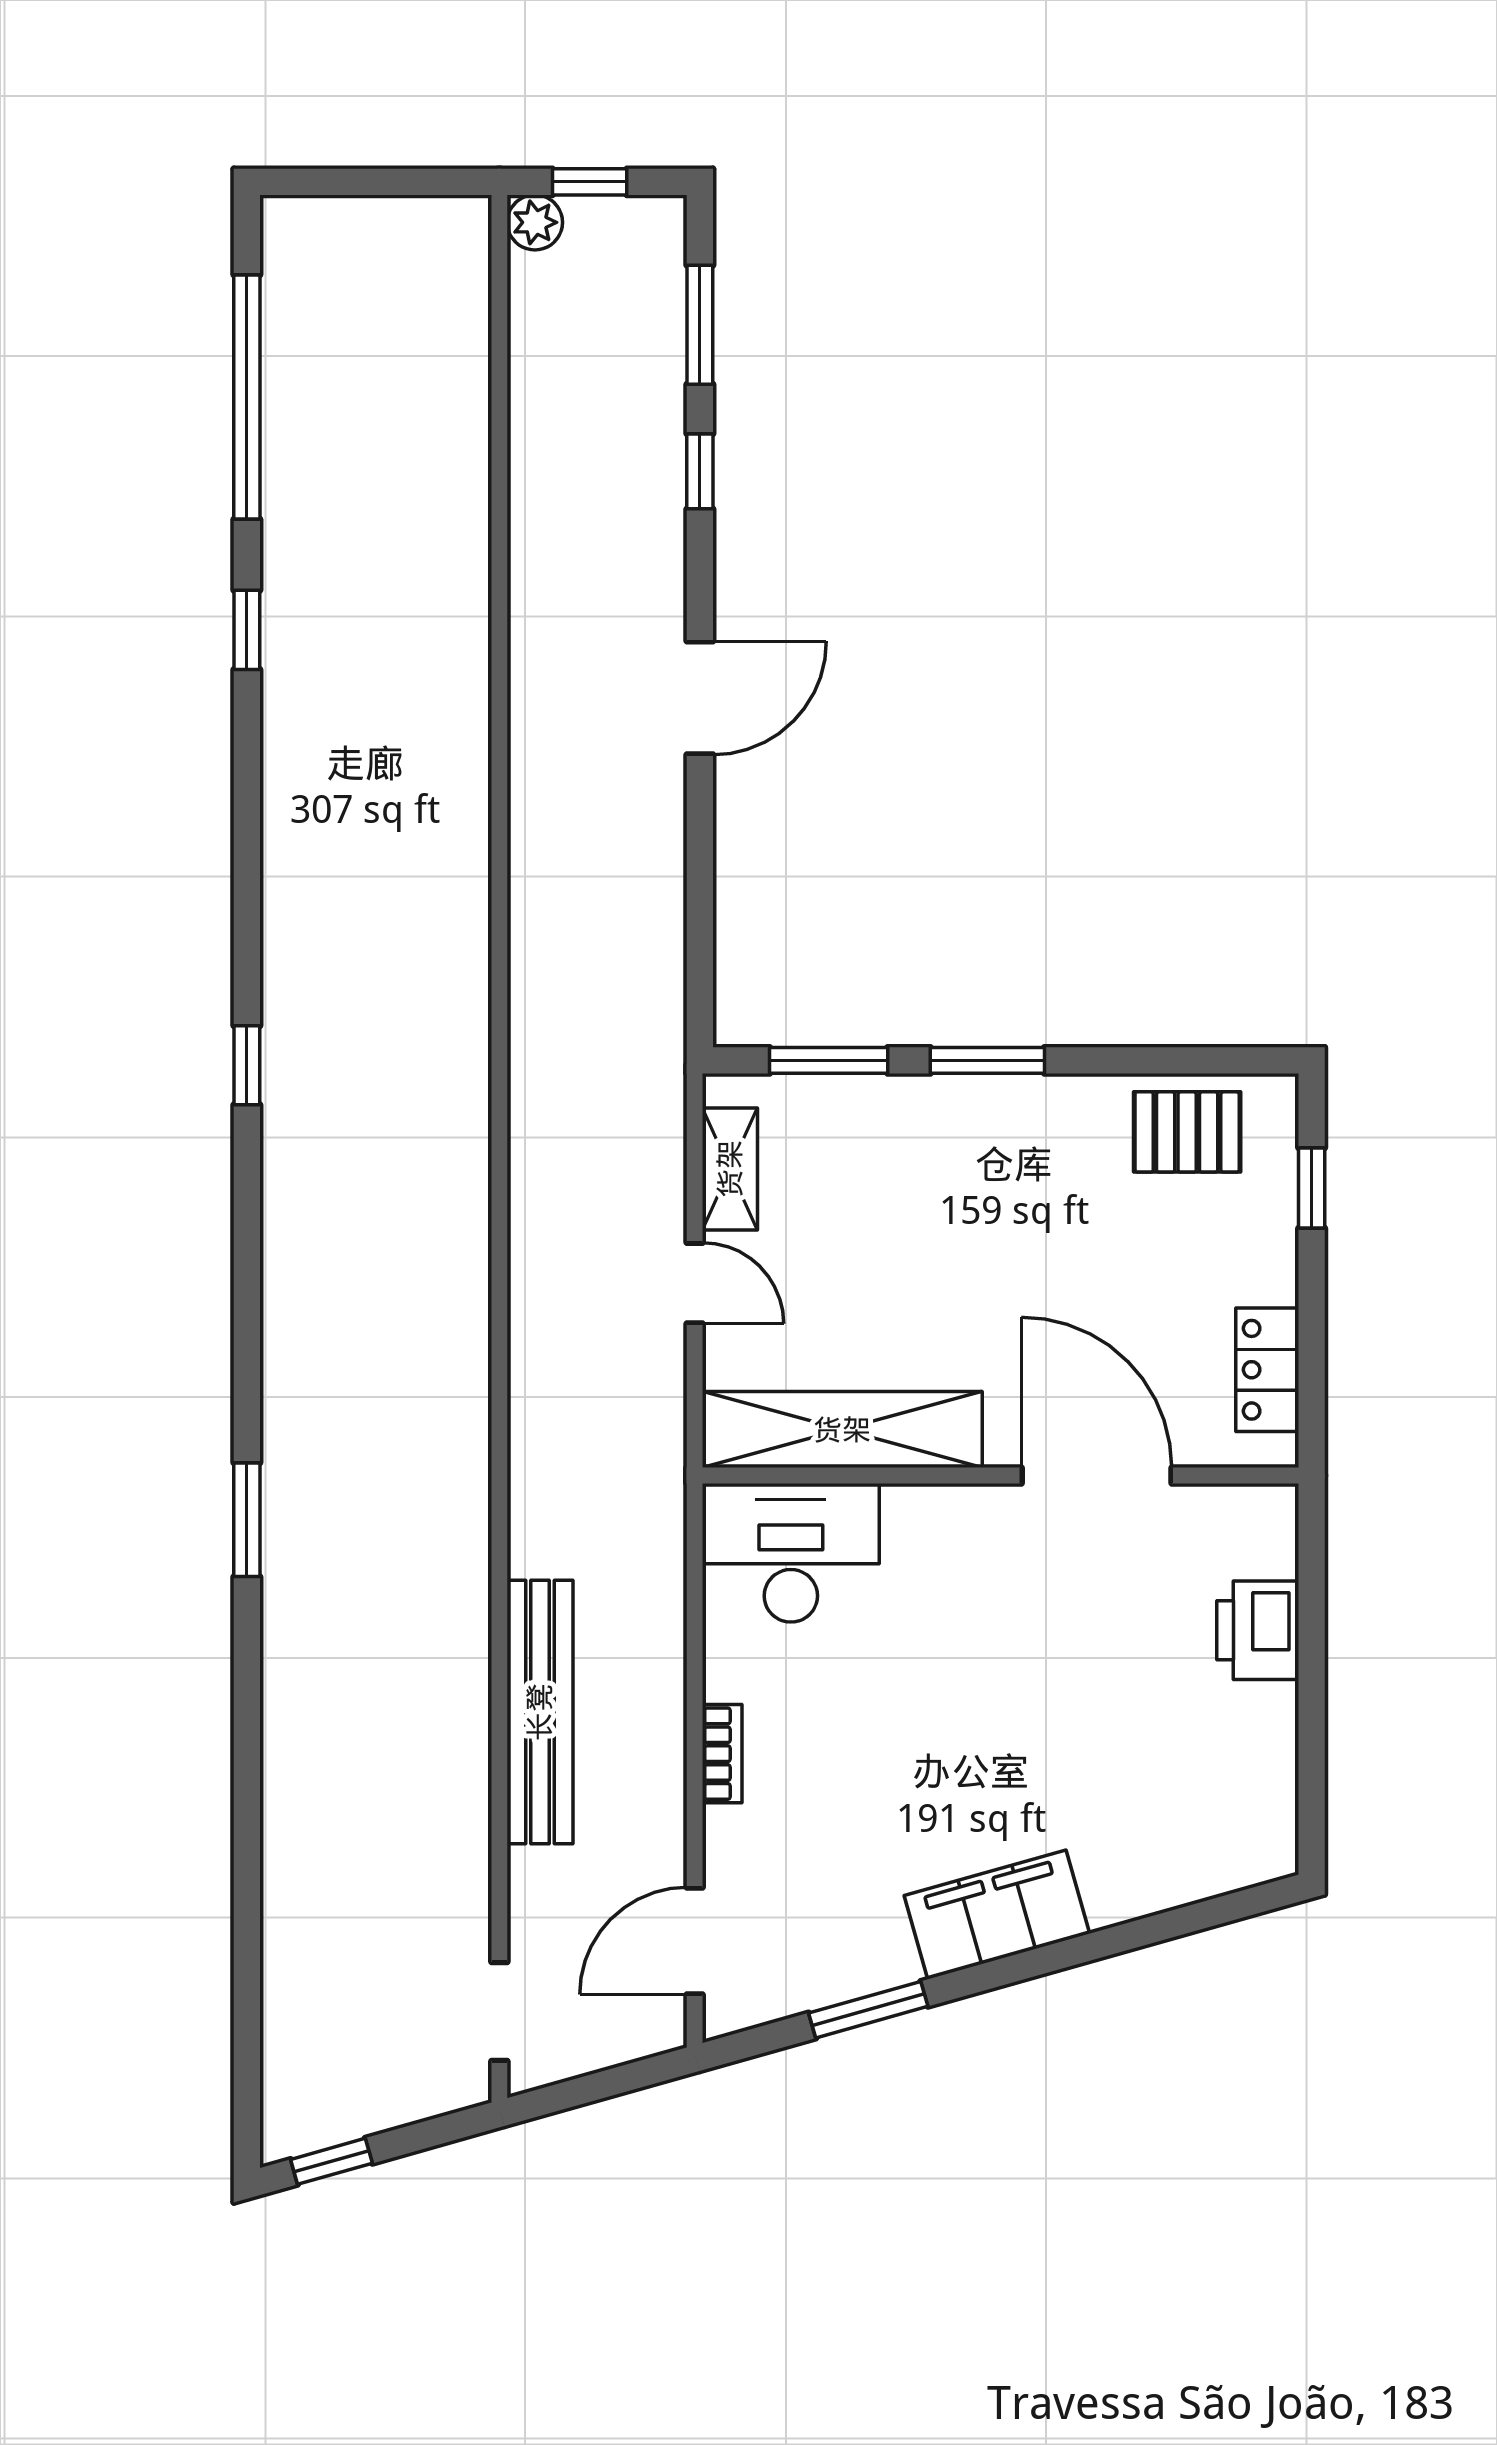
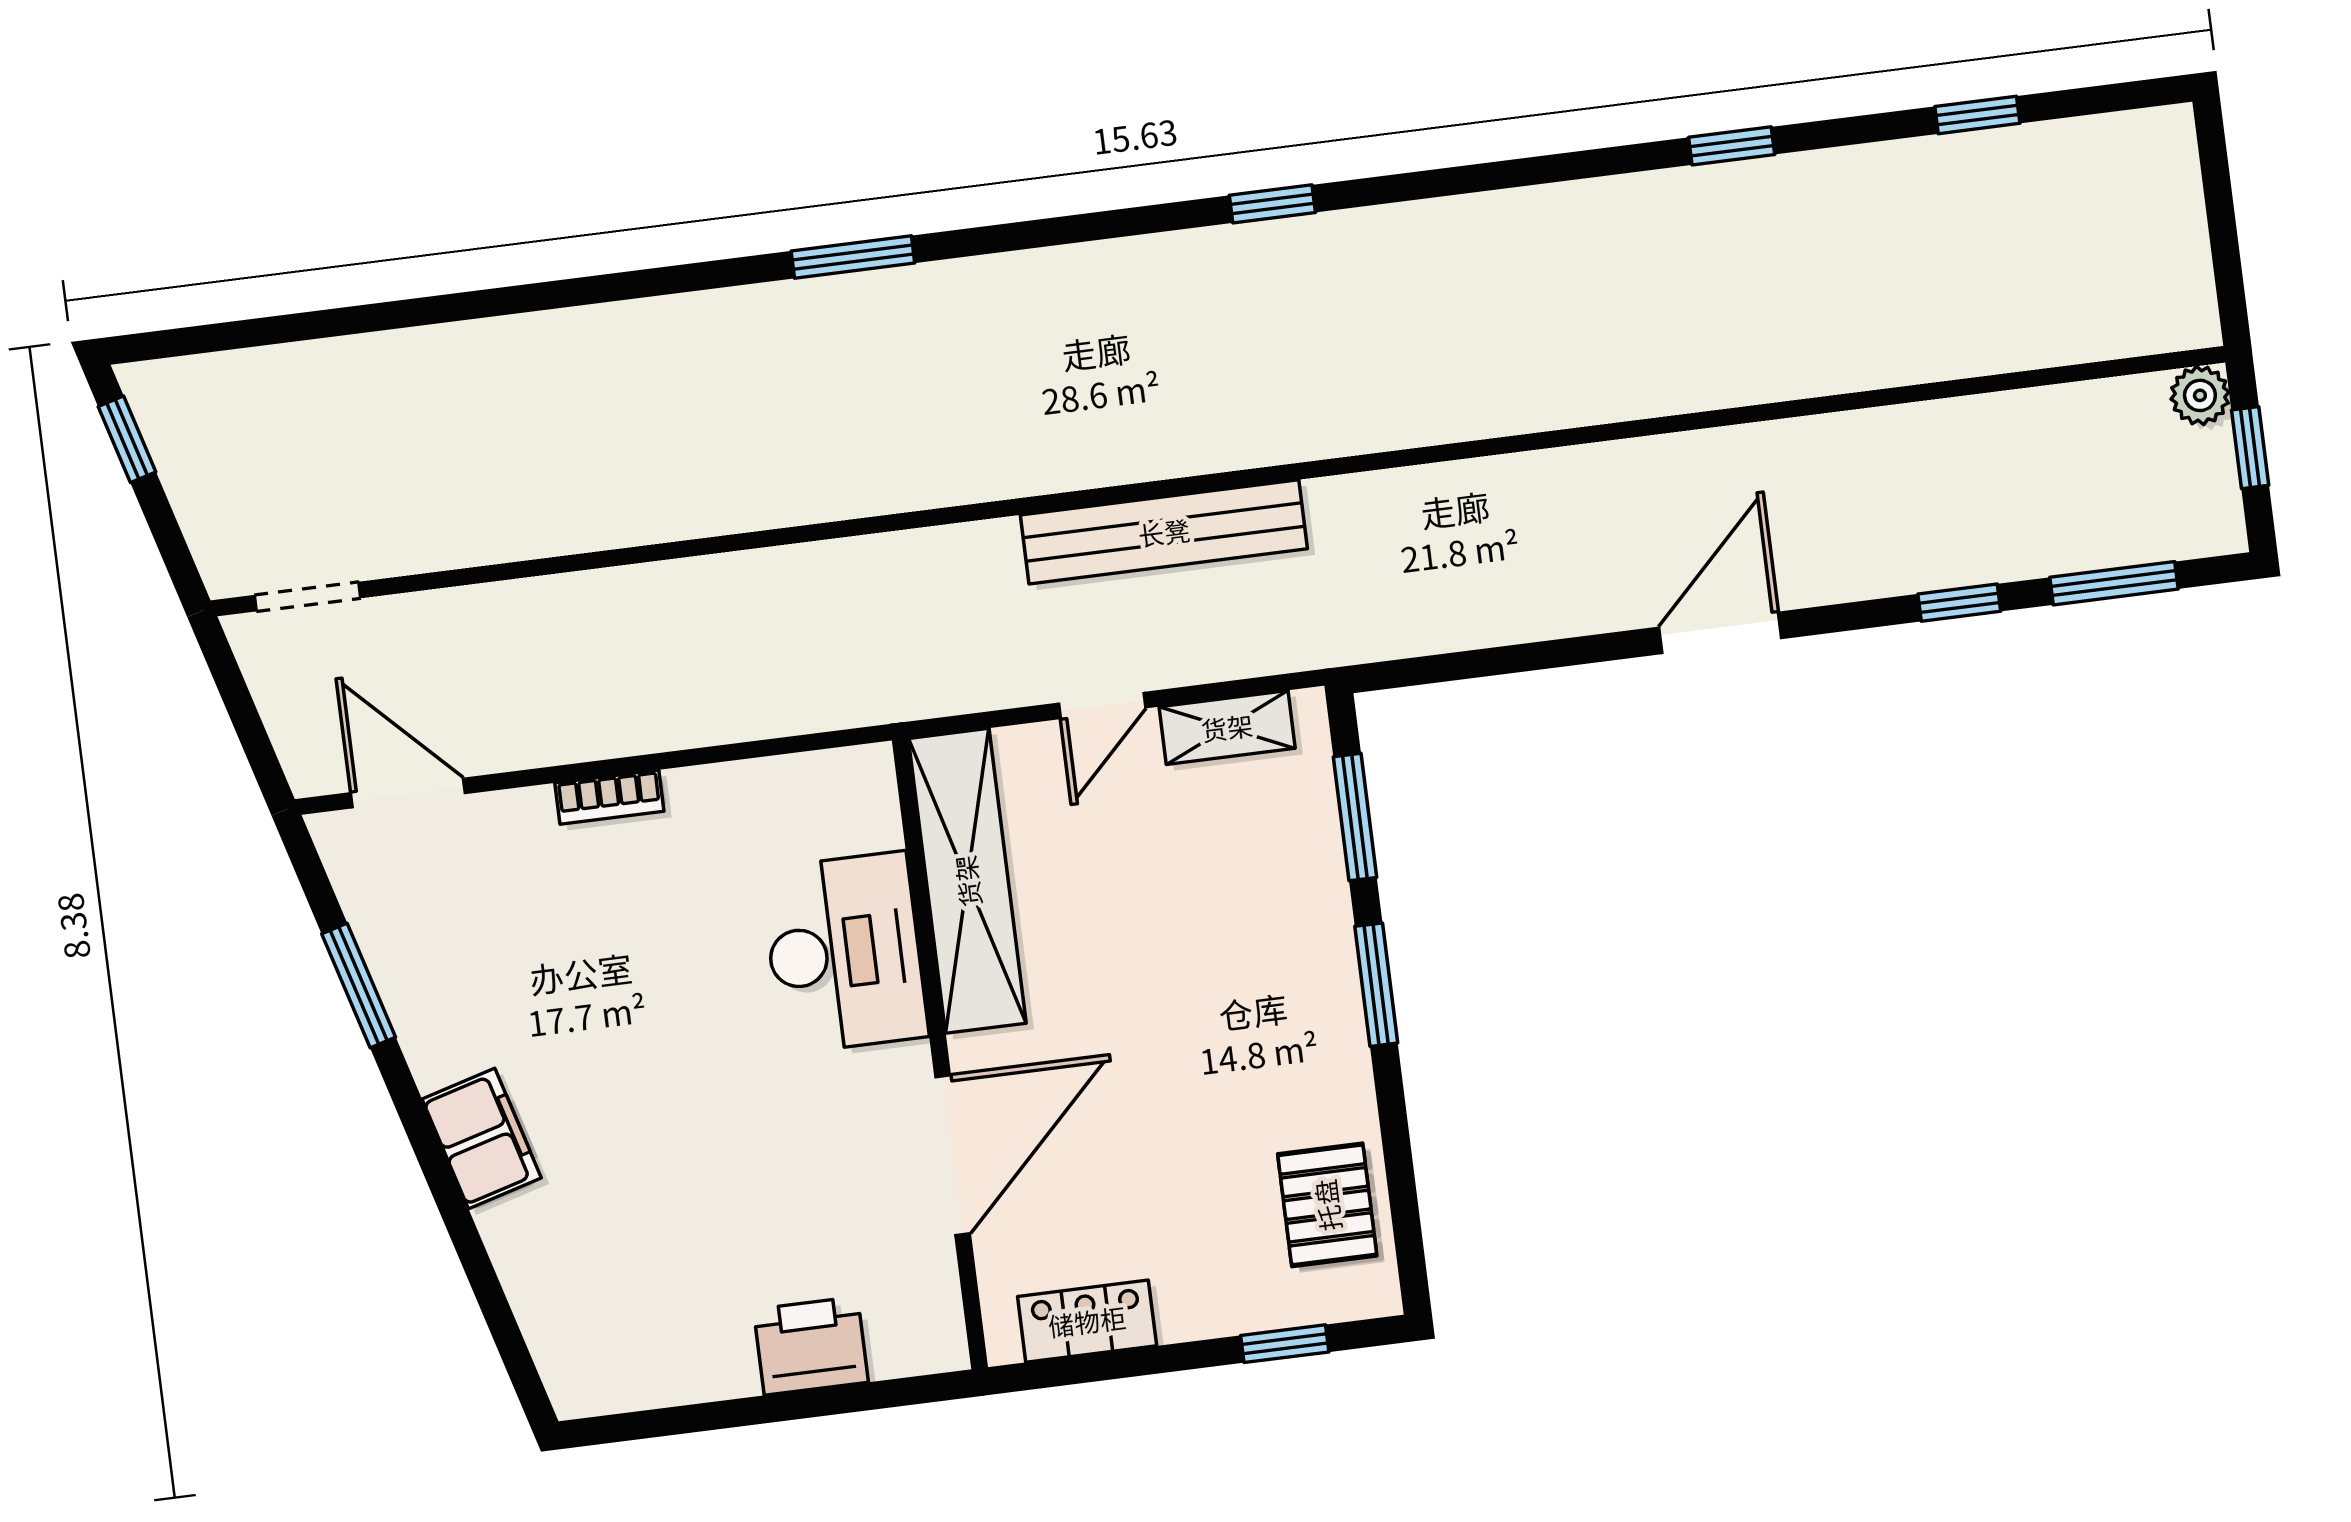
window: (247, 397) -> (1977, 115), width x0.32
door: (700, 698) -> (1720, 633), swing flipped
window: (247, 1520) -> (853, 257), moved
desk: (791, 1553) -> (844, 953), moved
bench: (540, 1712) -> (1164, 532), moved
filing cabinet: (997, 1915) -> (482, 1138), width x0.67, depth x0.86

